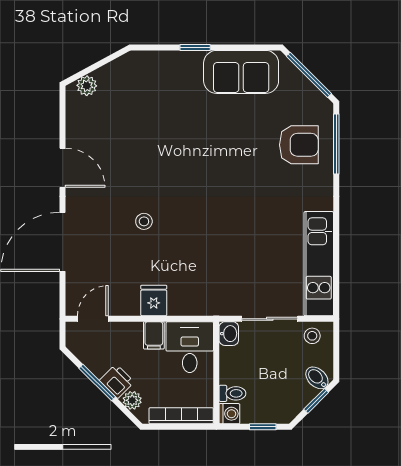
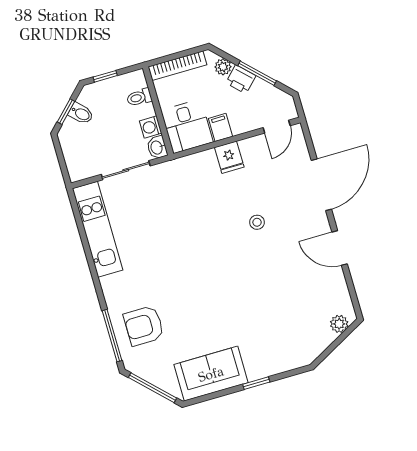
stool: (312, 336) -> (85, 166), removed
bidet: (317, 378) -> (81, 113), moved
washing machine: (229, 414) -> (151, 127), moved

